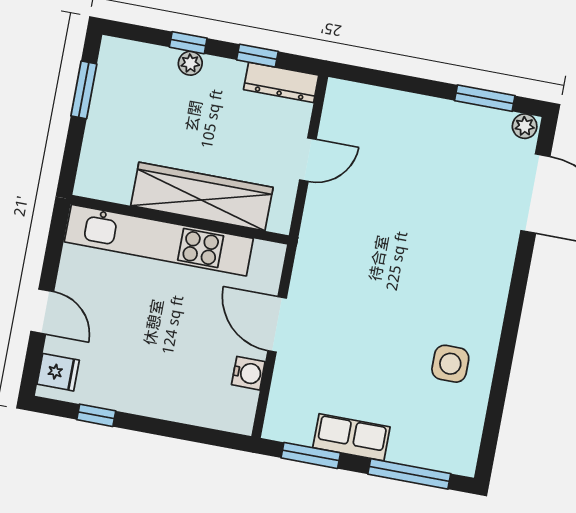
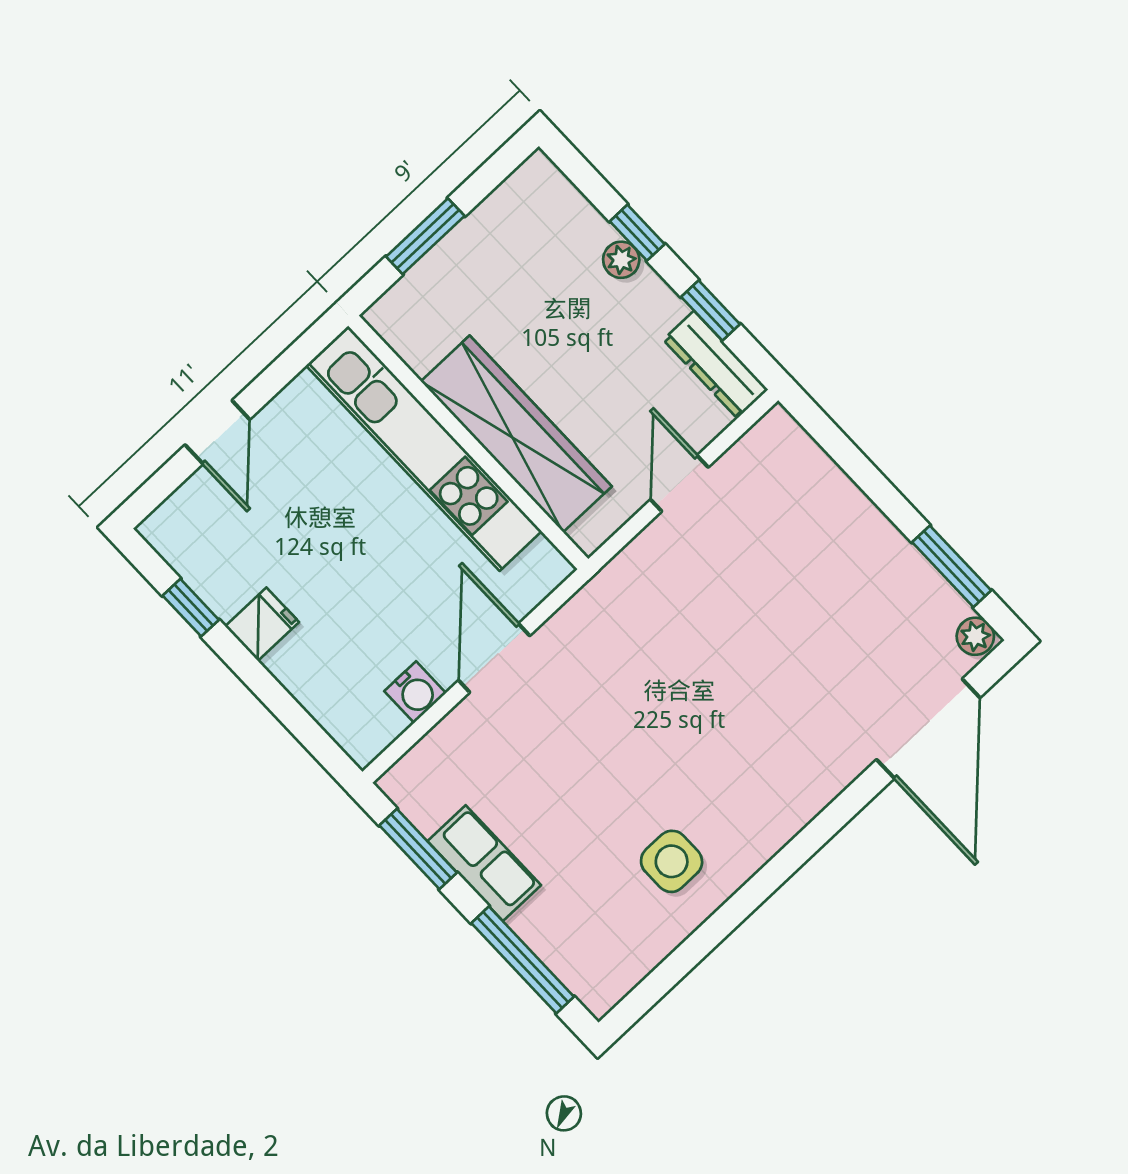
window: (84, 90) -> (425, 236), moved
door: (308, 160) -> (679, 483), swing flipped
fridge: (58, 372) -> (262, 624), moved, turned -90

